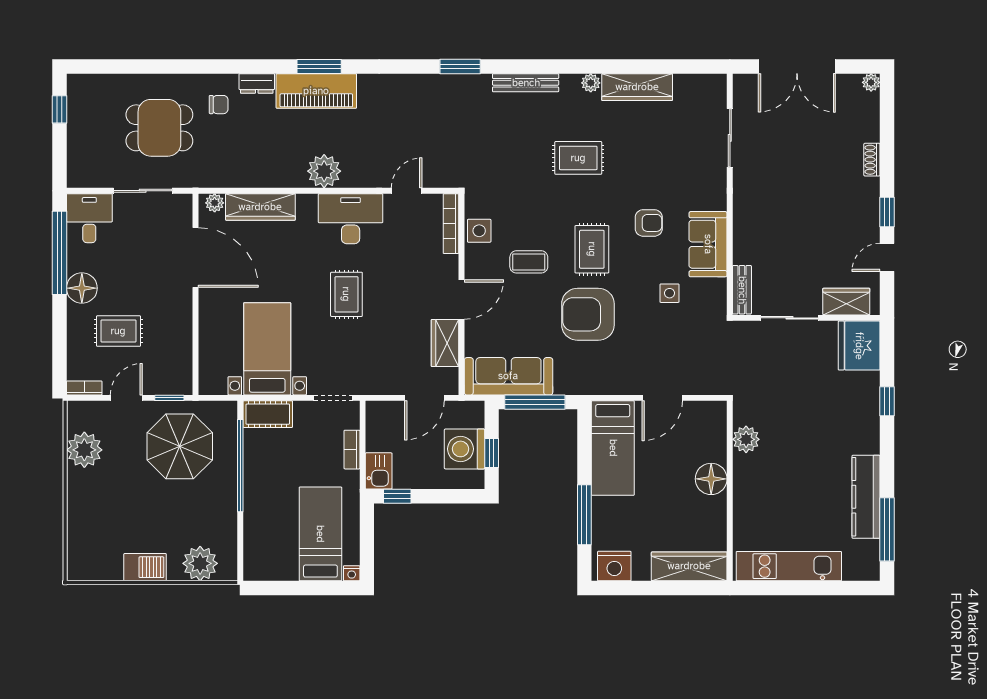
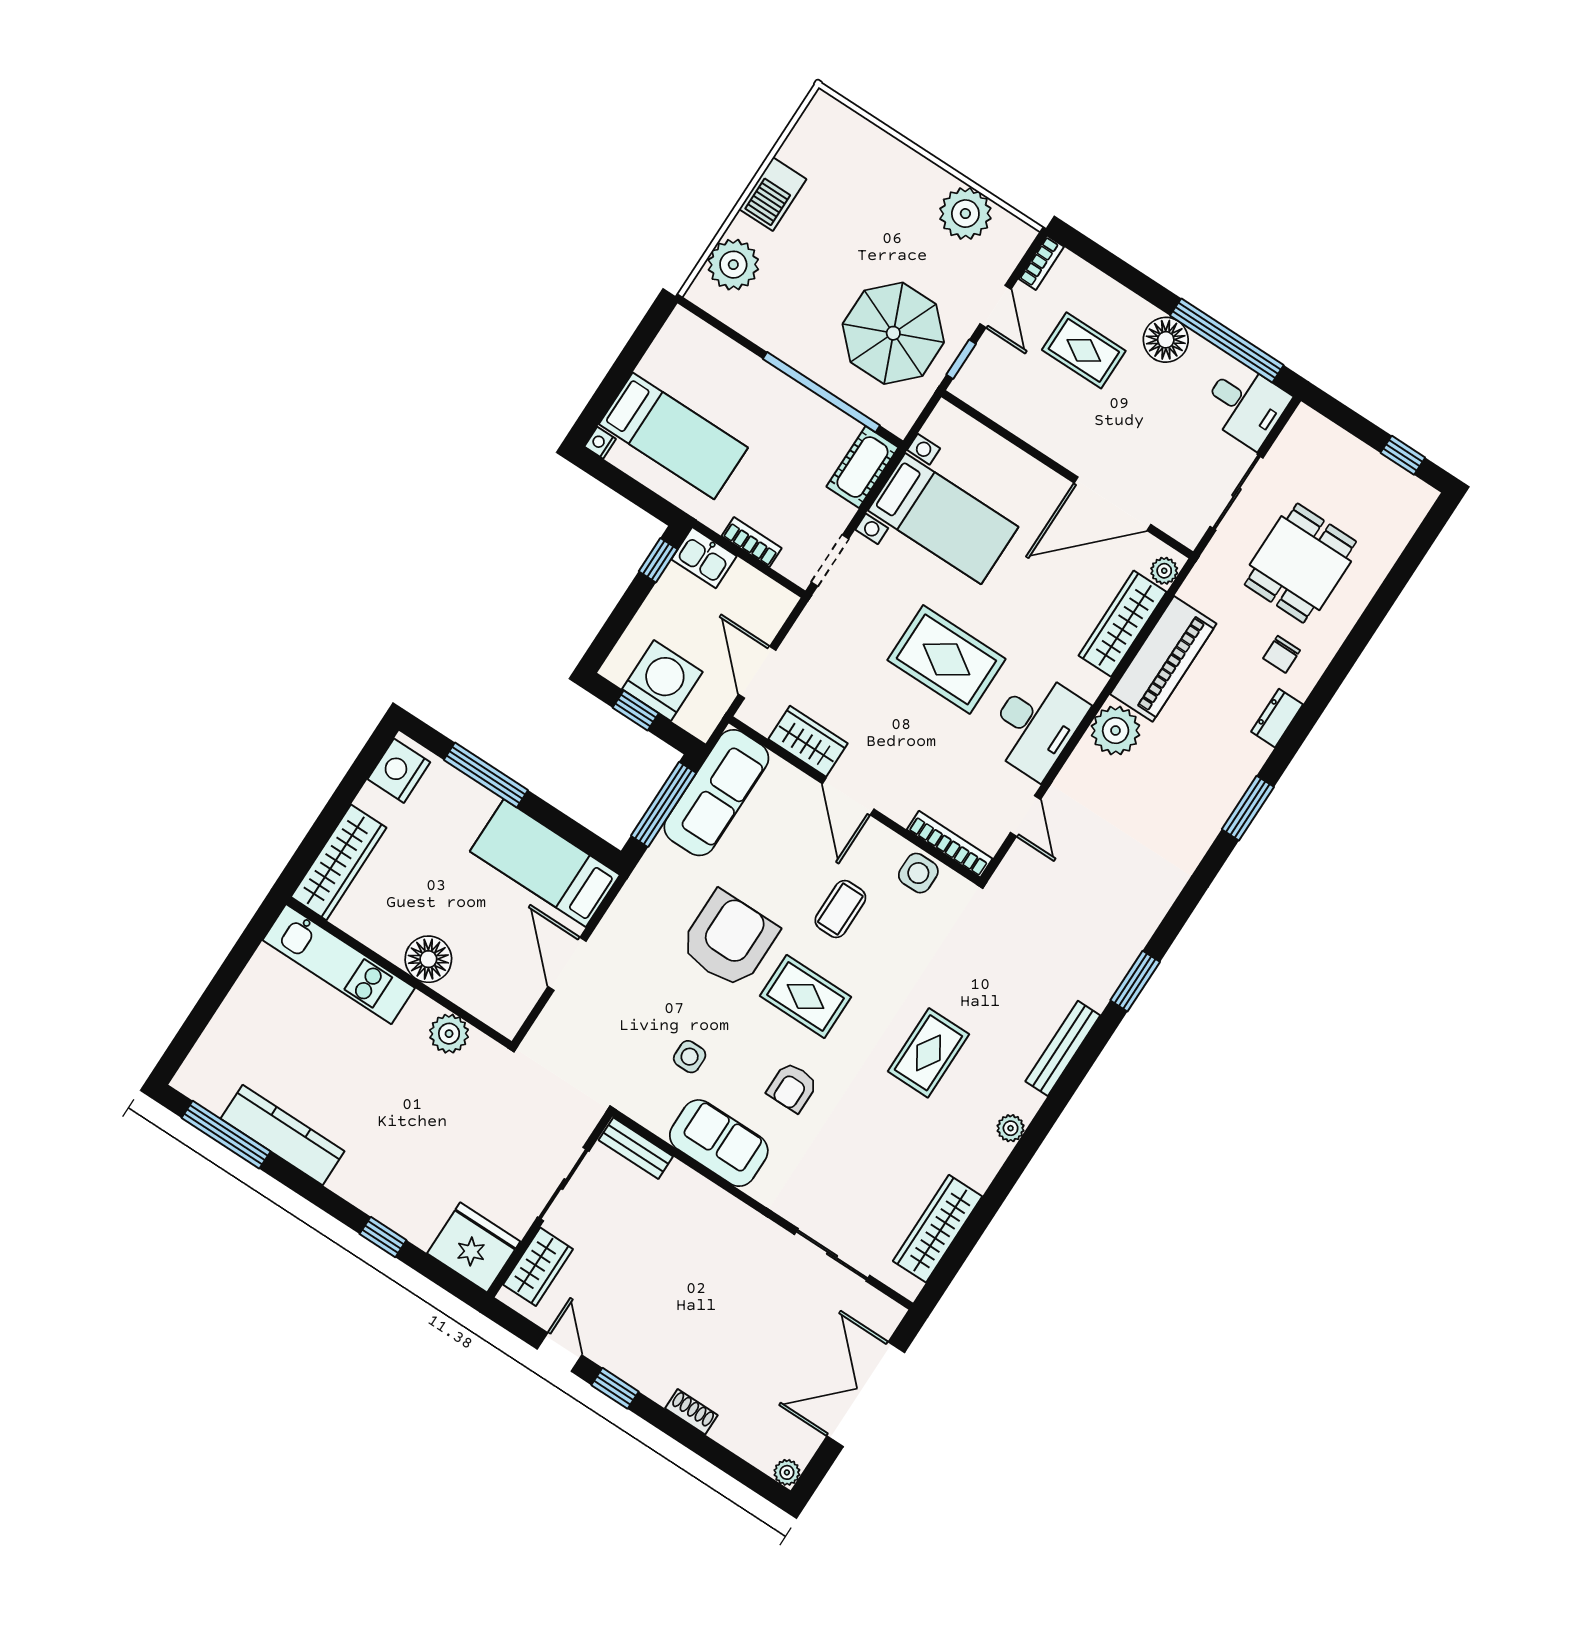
wardrobe: (637, 87) -> (938, 1229), moved
piano: (316, 91) -> (1163, 659), moved, turned 180
rug: (346, 294) -> (946, 659), width x1.36, depth x1.43
rug: (118, 331) -> (1084, 350), turned 90
kitchen unit: (789, 566) -> (339, 964), moved, turned 90

